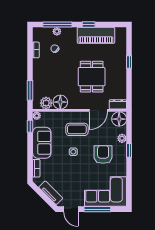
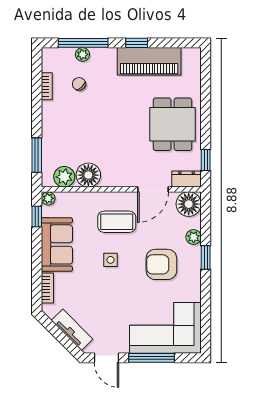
window: (129, 62) -> (206, 160), moved
dining table: (92, 77) -> (173, 124), moved
armchair: (103, 154) -> (161, 264), turned -90

